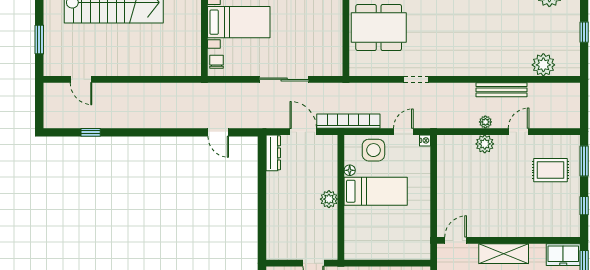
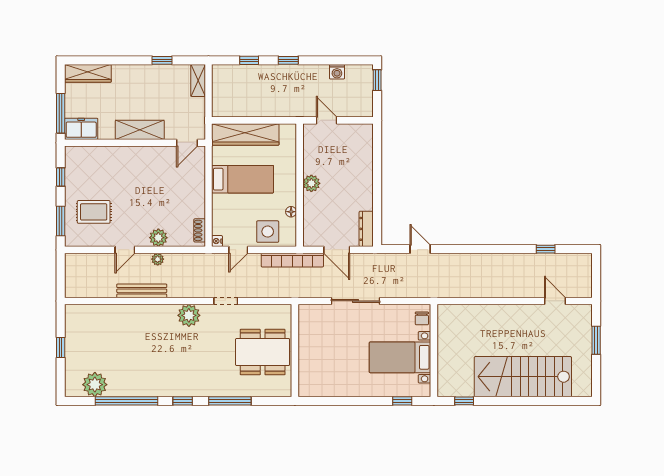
plant: (543, 65) -> (189, 315), moved
shoe rack: (443, 151) -> (200, 230), added
bed: (376, 191) -> (243, 179), moved, turned 180
wardrobe: (396, 249) -> (245, 134), added

